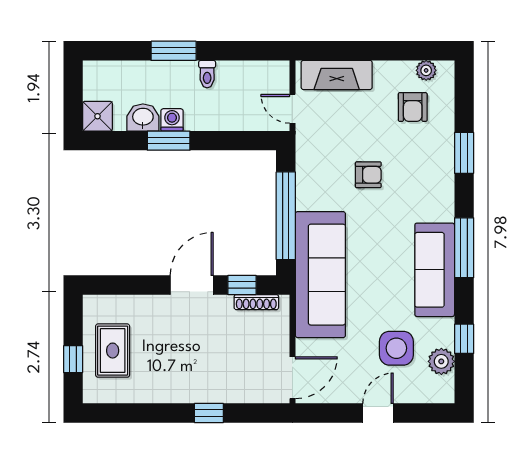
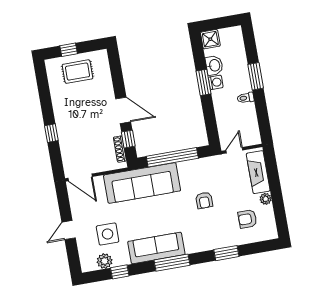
plant: (426, 70) -> (266, 199), moved
door: (378, 413) -> (69, 230), swing flipped

